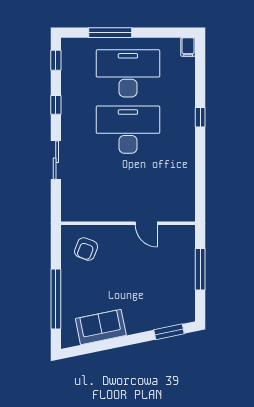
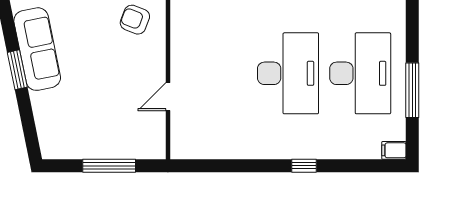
window: (110, 33) -> (412, 90), moved
sofa: (101, 327) -> (37, 49), width x1.36
window: (169, 332) -> (17, 70), moved

